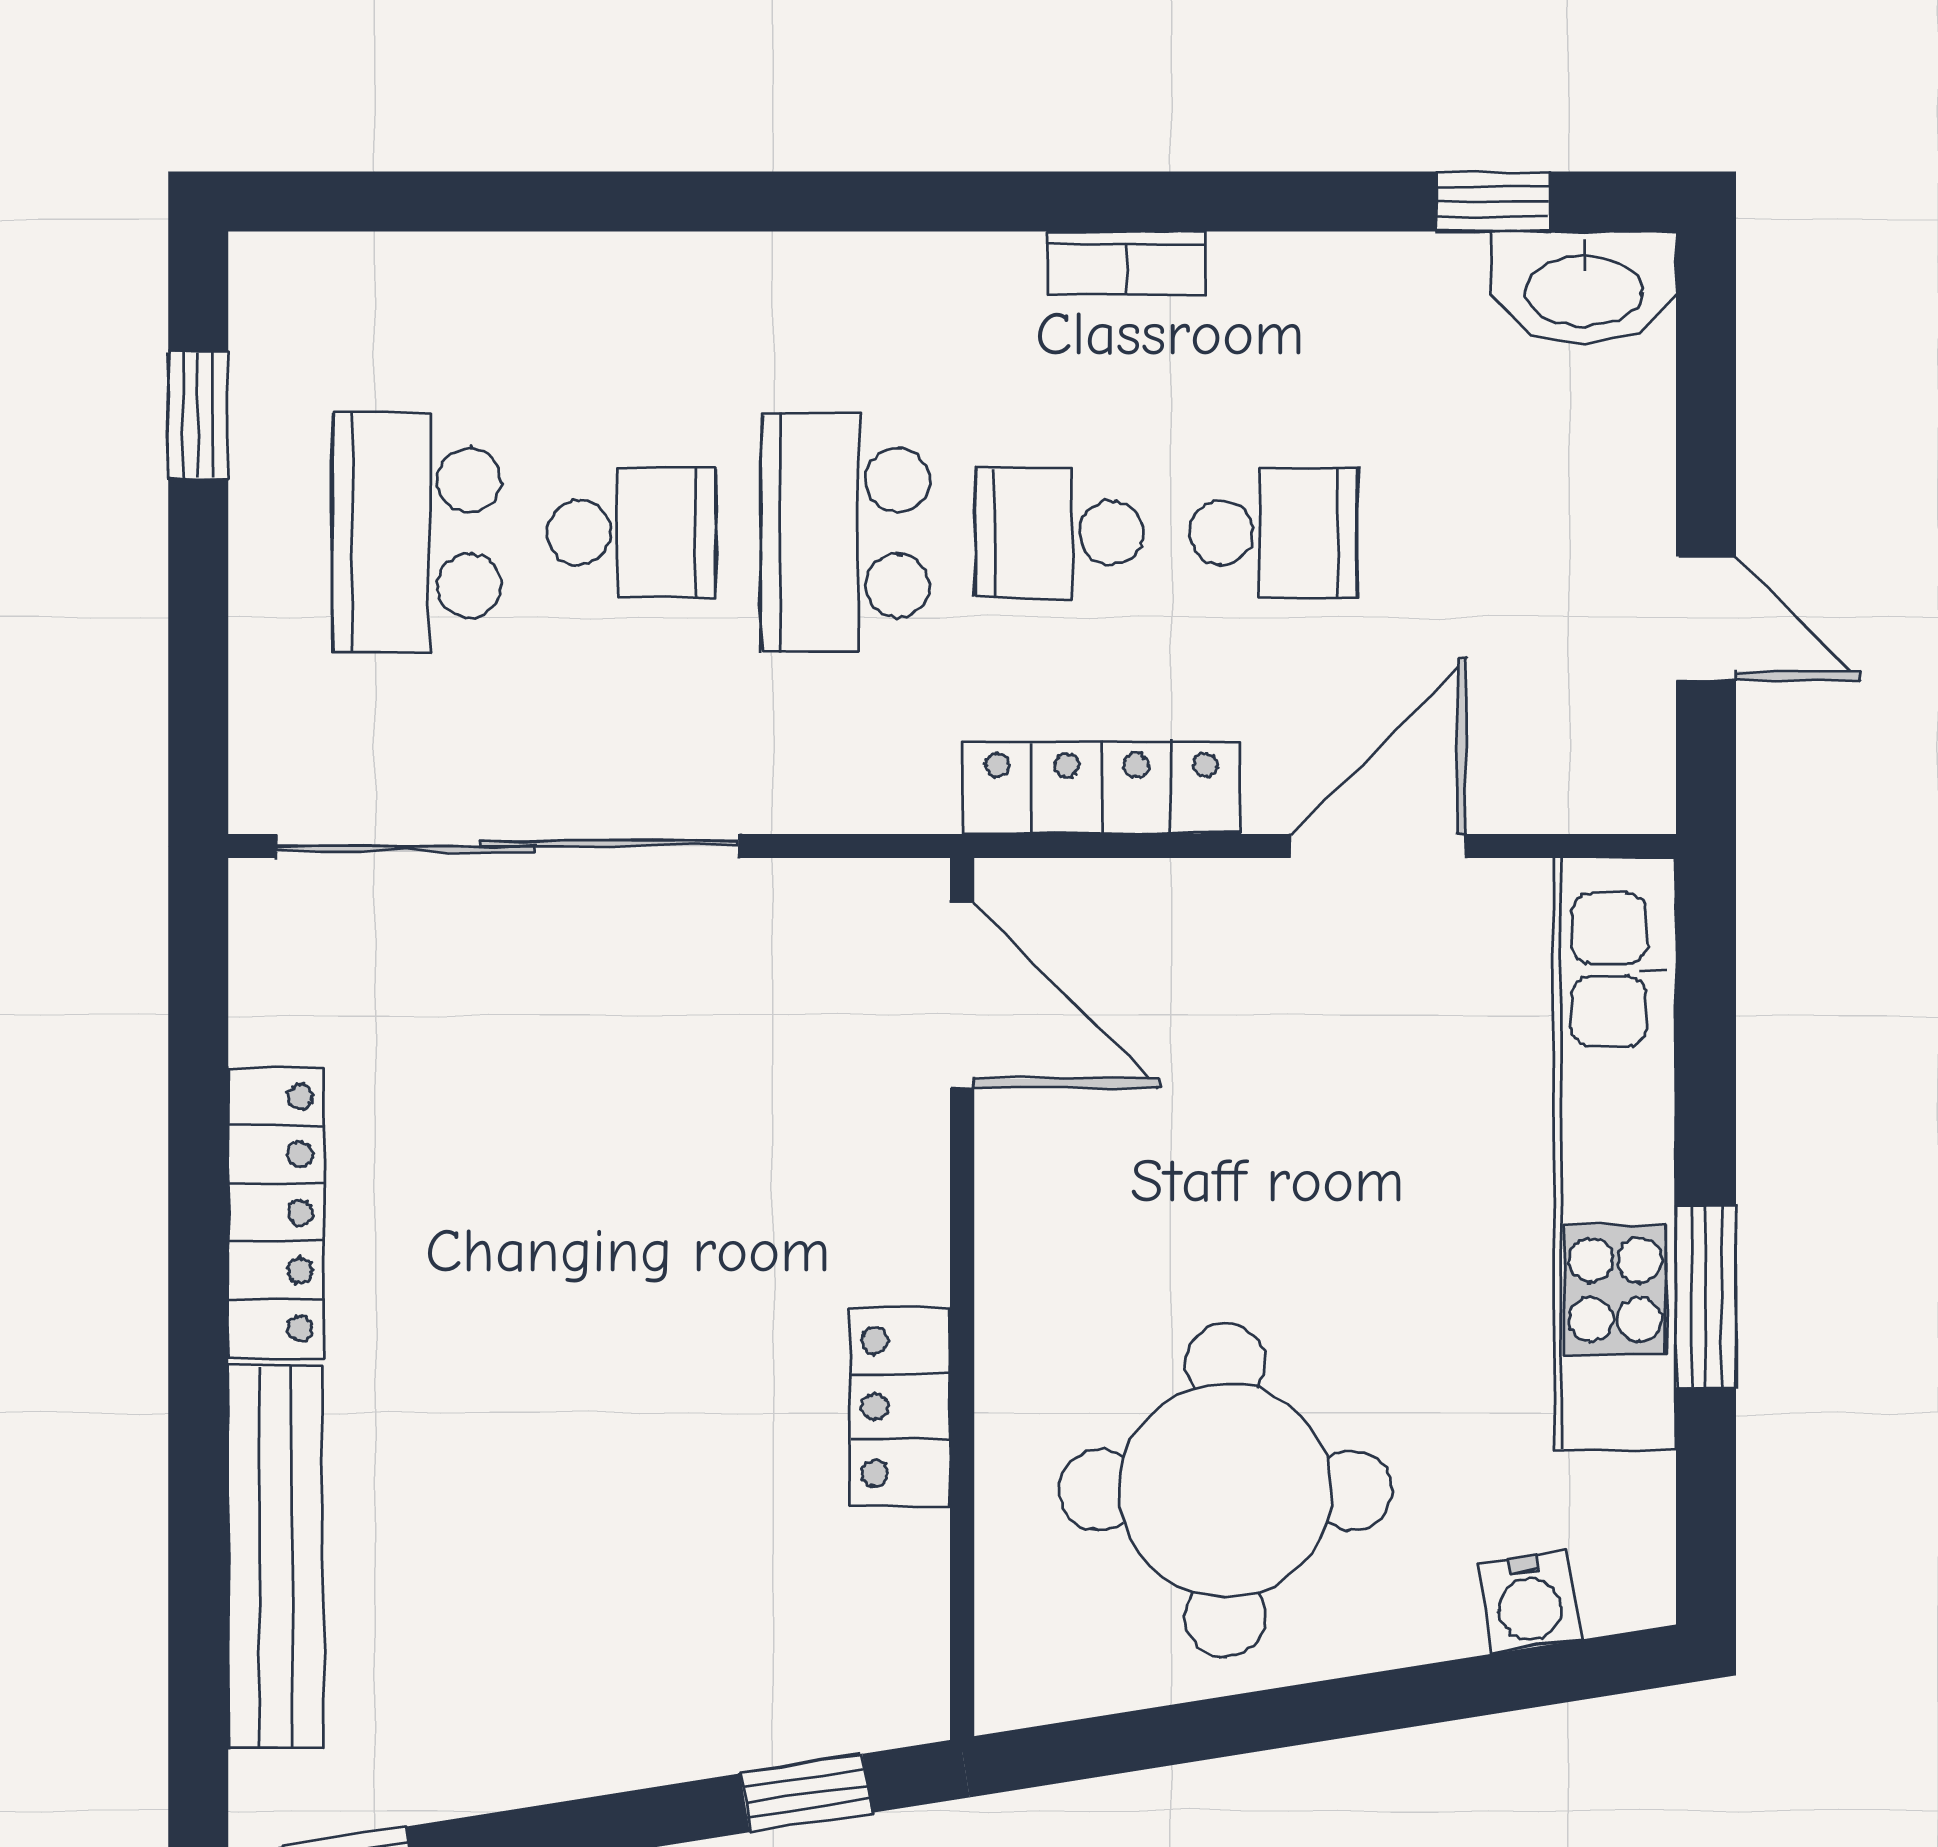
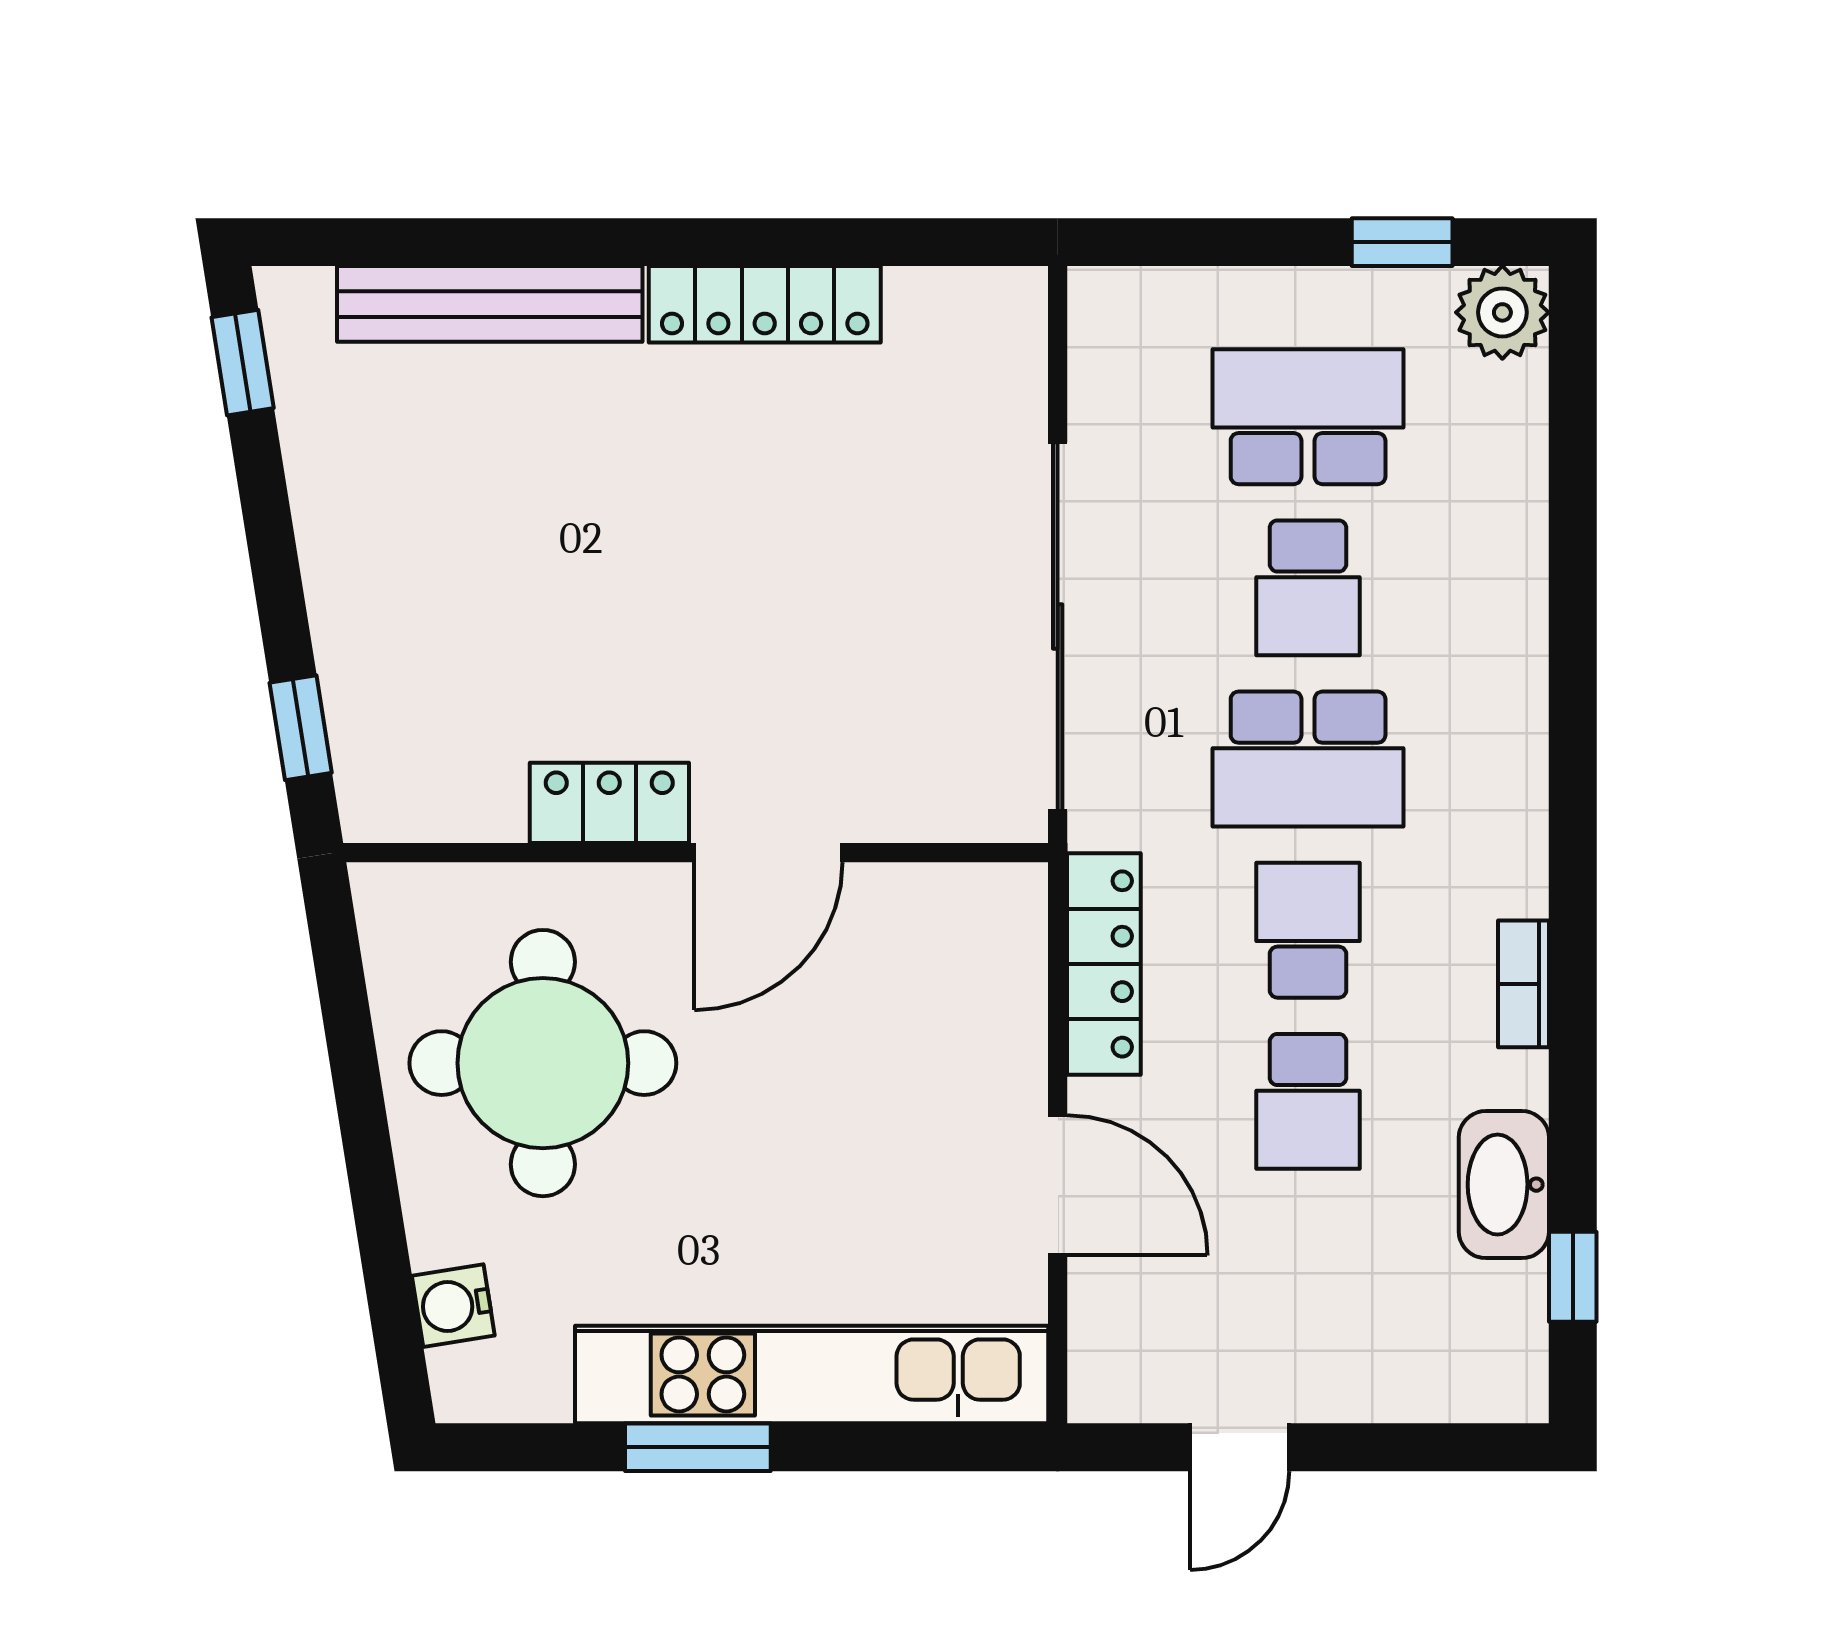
washbasin: (1584, 288) -> (1504, 1185), moved
plant: (286, 290) -> (1502, 312), added
school desk: (845, 533) -> (1308, 759), turned 180
sliding door: (507, 846) -> (1058, 627), moved
door: (962, 995) -> (768, 853), moved

